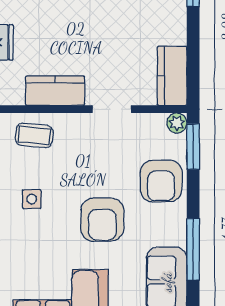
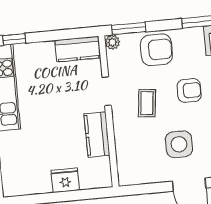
coffee table: (34, 135) -> (147, 103), moved
side table: (32, 199) -> (179, 144), width x1.87, depth x1.87
armchair: (102, 220) -> (189, 91), width x0.72, depth x0.72

